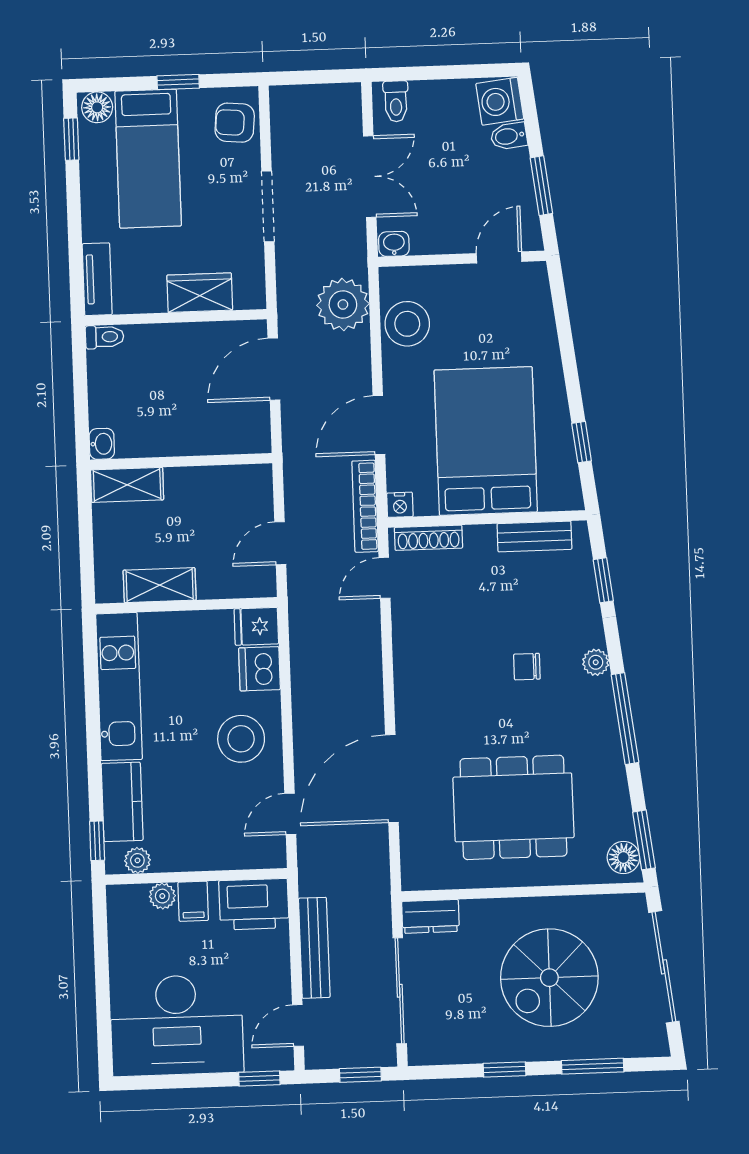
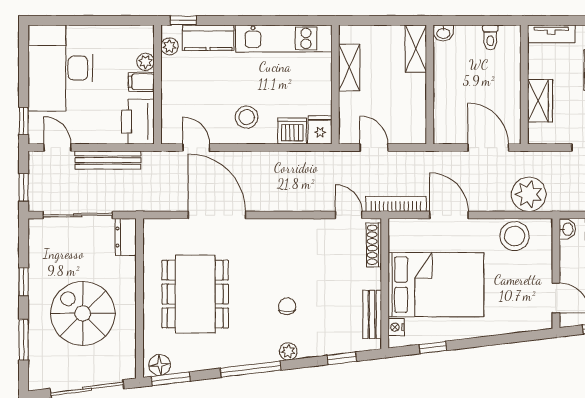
toilet: (105, 337) -> (490, 37), moved
nightstand: (400, 505) -> (396, 327), moved
stool: (241, 739) -> (247, 117), width x0.73, depth x0.73

